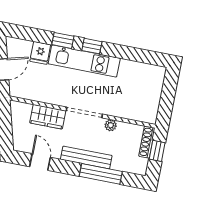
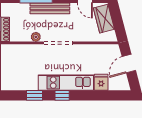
window: (63, 40) -> (34, 95), moved
wardrobe: (48, 117) -> (104, 19), moved, turned -105

